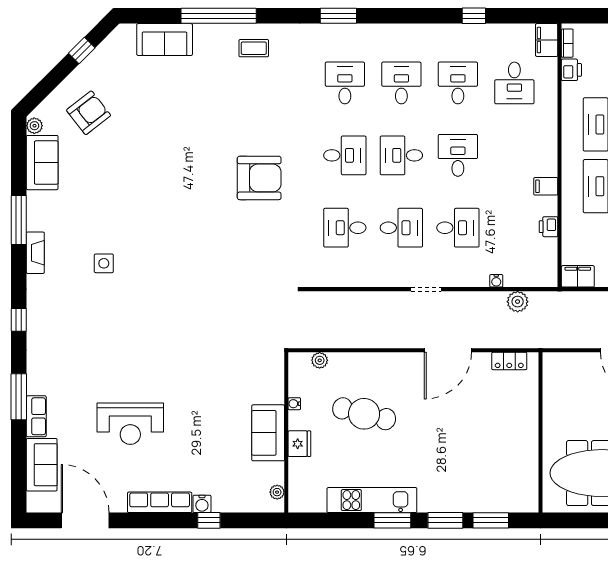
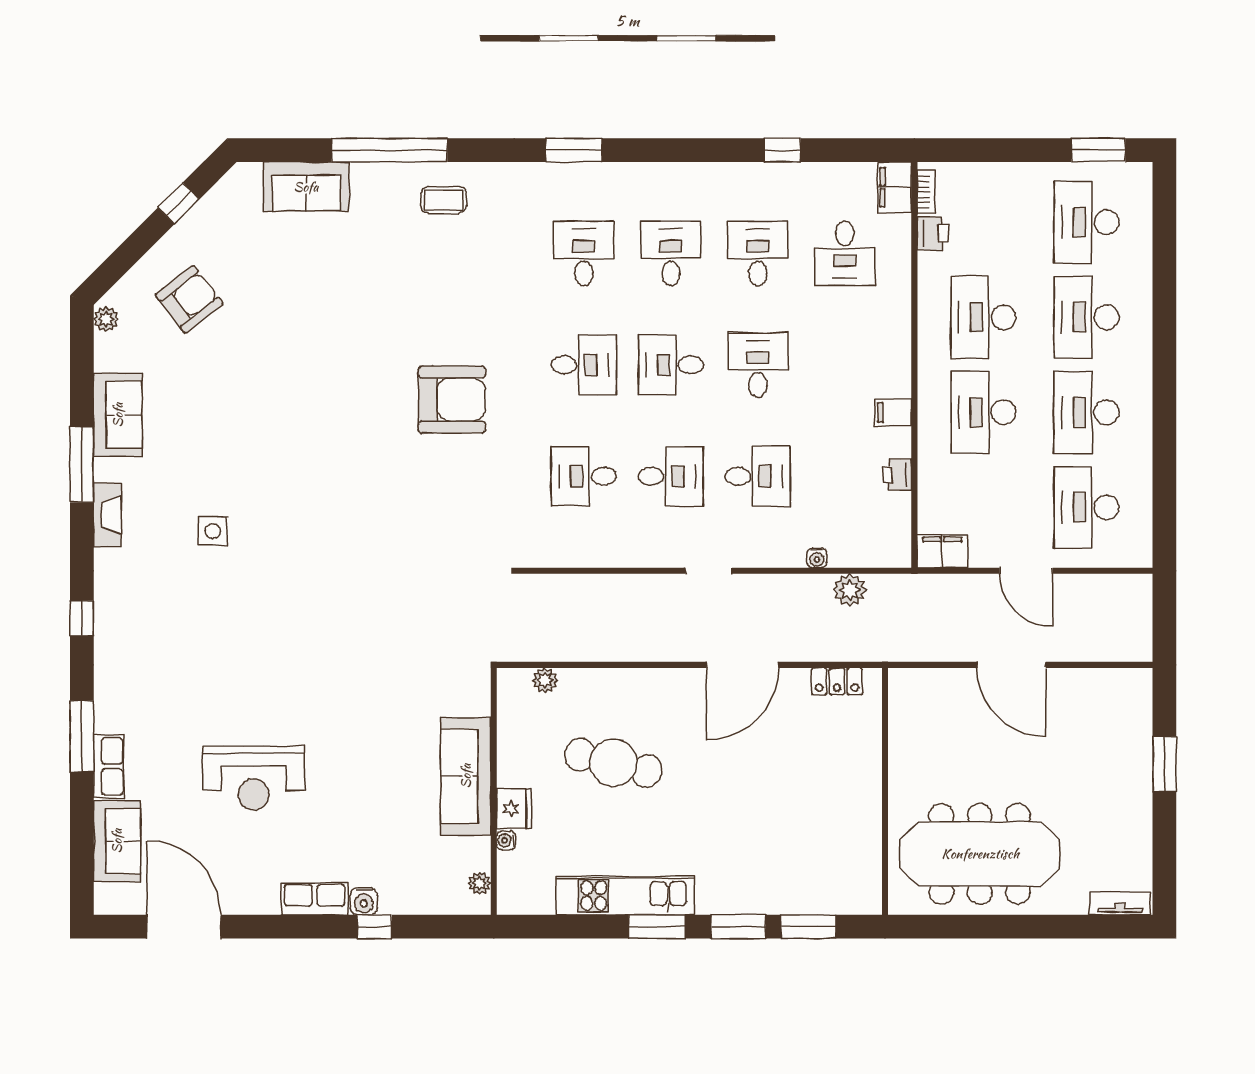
sofa: (42, 163) -> (118, 415), moved
water cooler: (294, 404) -> (506, 840), moved
sofa: (268, 433) -> (466, 776), width x1.36
row of seats: (160, 502) -> (315, 899), width x0.68

